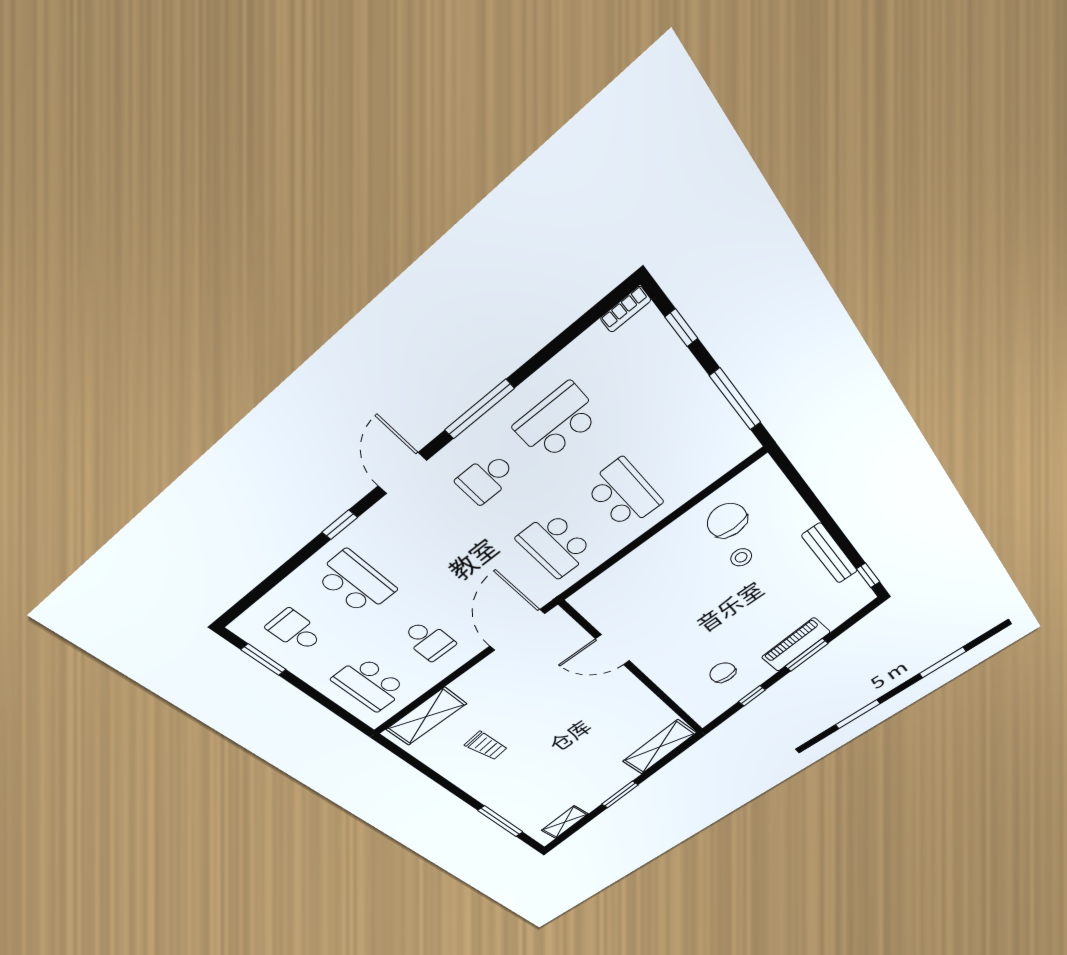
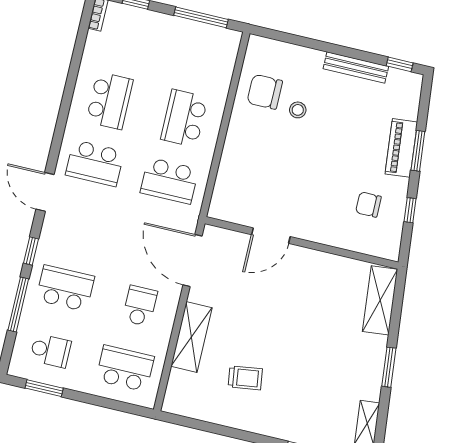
window: (479, 409) -> (18, 305), moved
school desk: (557, 422) -> (110, 101), turned 180
school desk: (486, 478) -> (95, 163), width x1.85
school desk: (624, 494) -> (184, 118), turned -90
school desk: (295, 631) -> (50, 351), turned 180
school desk: (428, 640) -> (140, 306), turned -90
school desk: (370, 684) -> (125, 368), turned 180
shelving: (426, 717) -> (192, 337), moved

